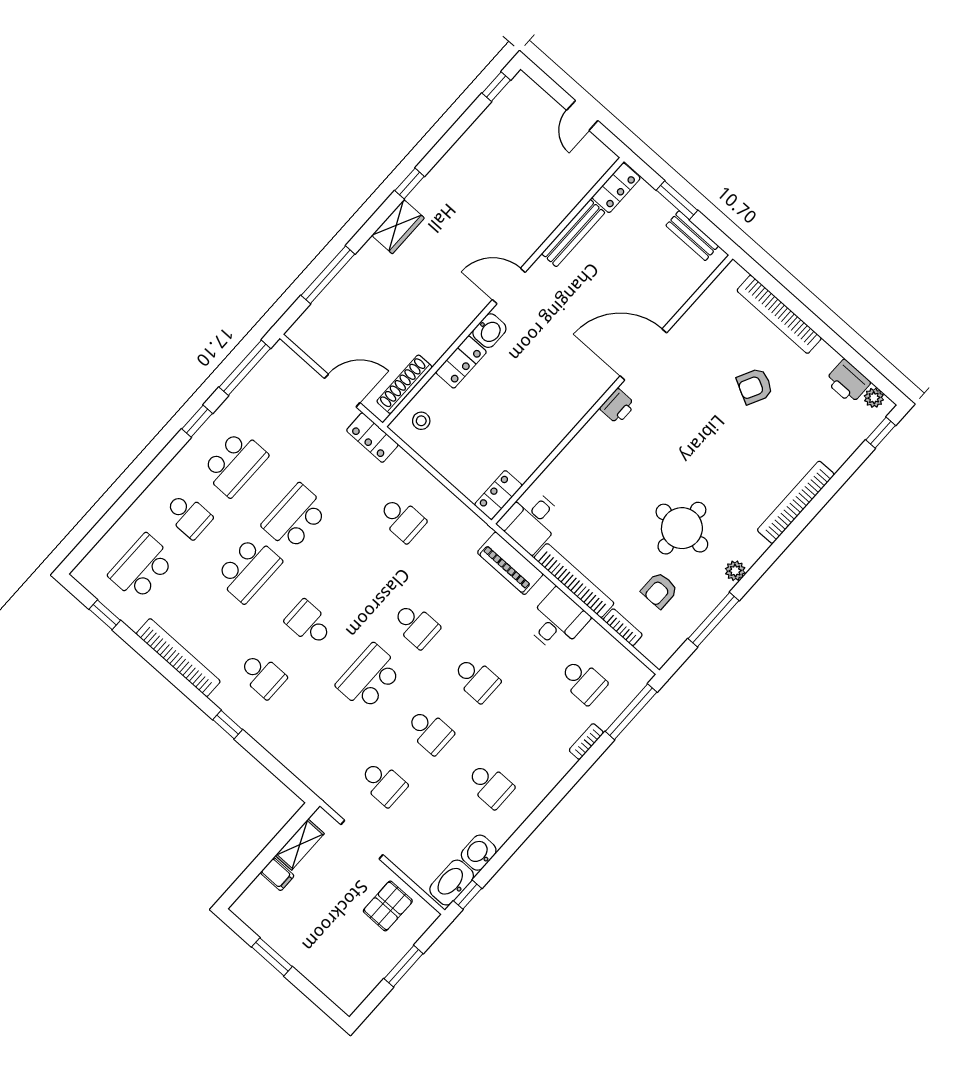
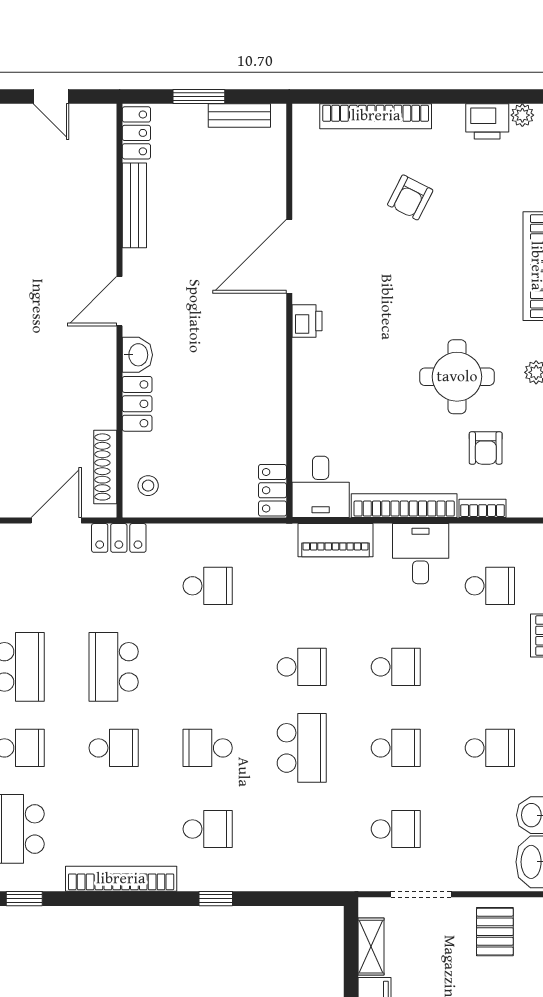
school desk: (249, 569) -> (114, 748), width x0.54
school desk: (369, 677) -> (302, 748), turned 180

